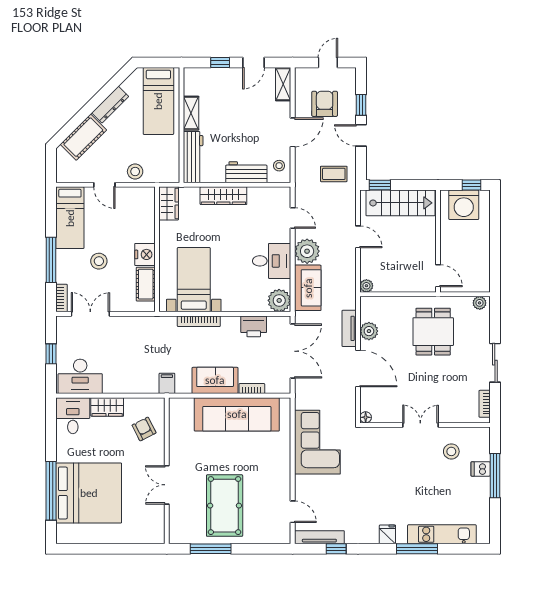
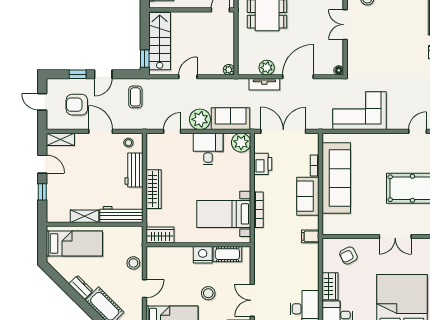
dresser: (110, 105) -> (81, 287), width x0.70

